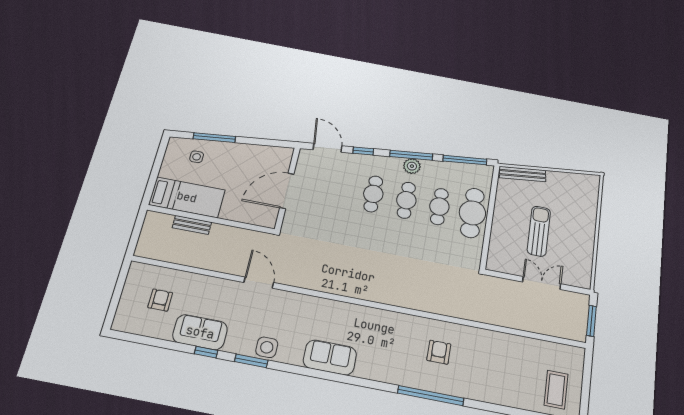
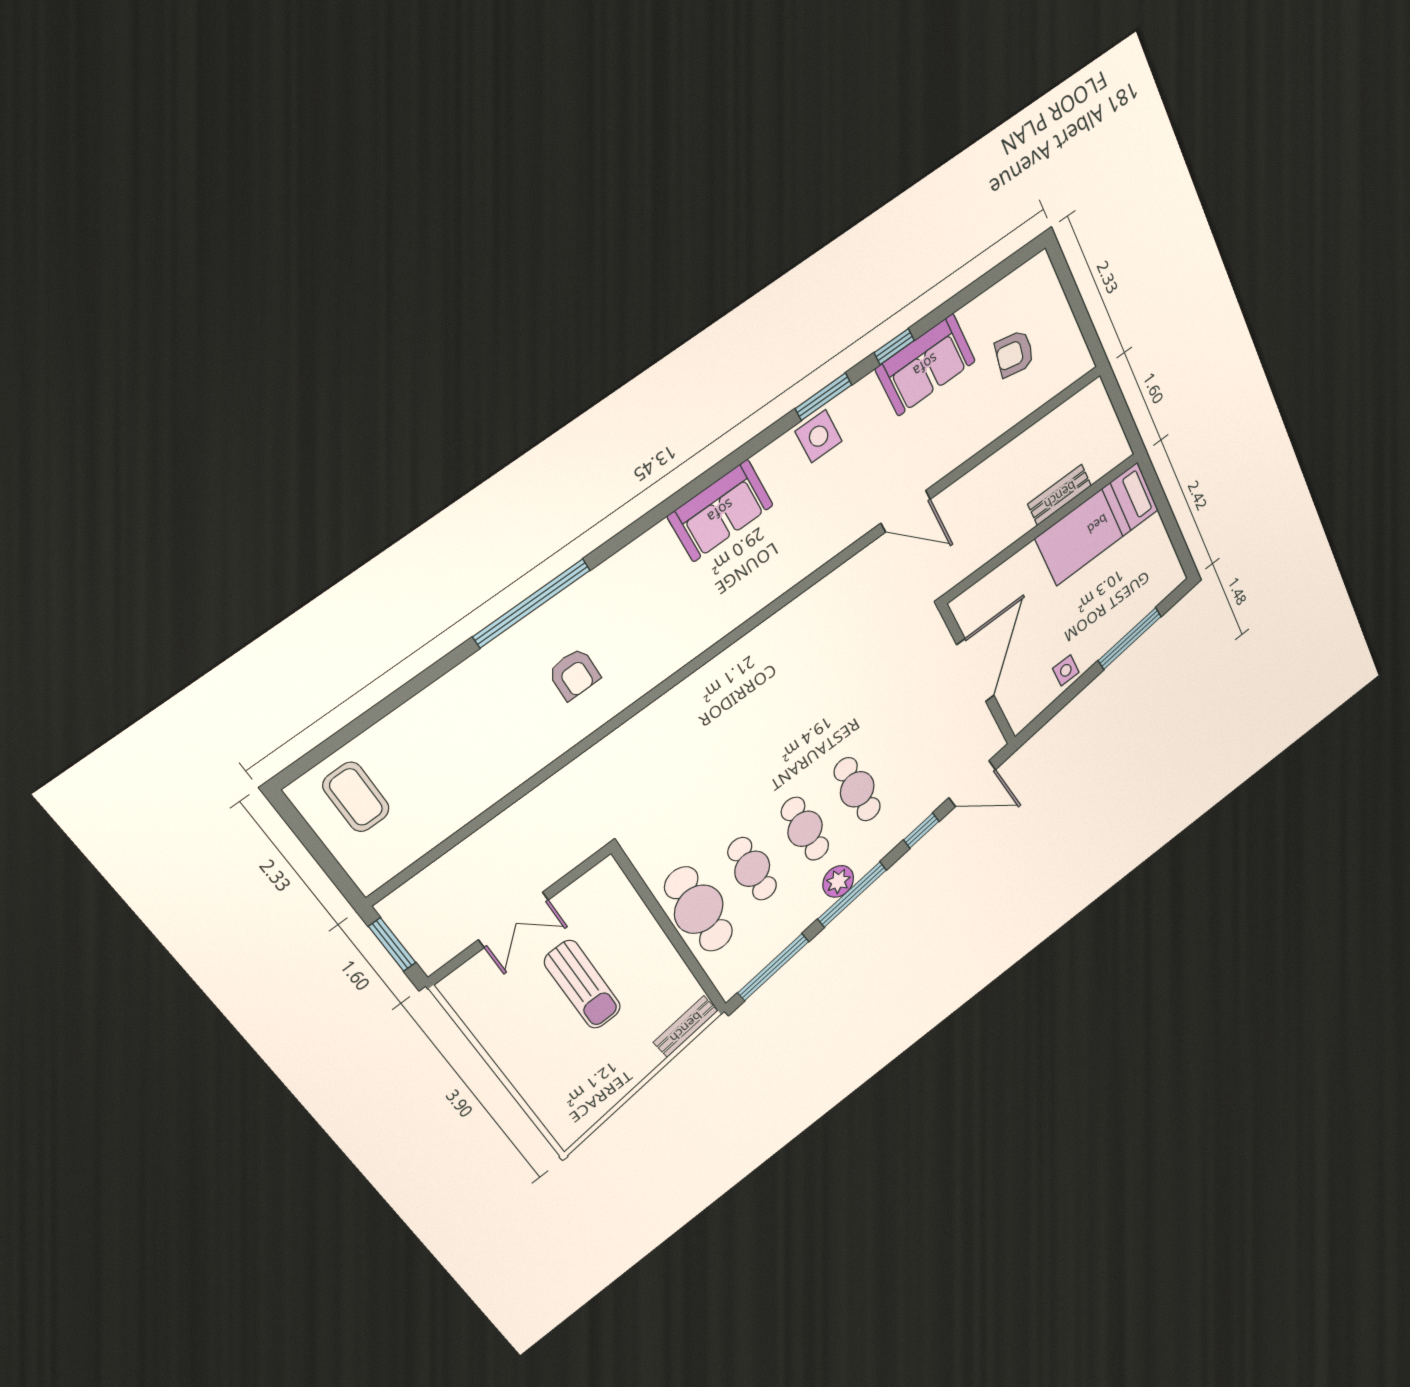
side table: (197, 157) -> (1066, 670), moved
bench: (523, 174) -> (686, 1027), width x0.73
armchair: (160, 300) -> (1014, 354), turned 101

